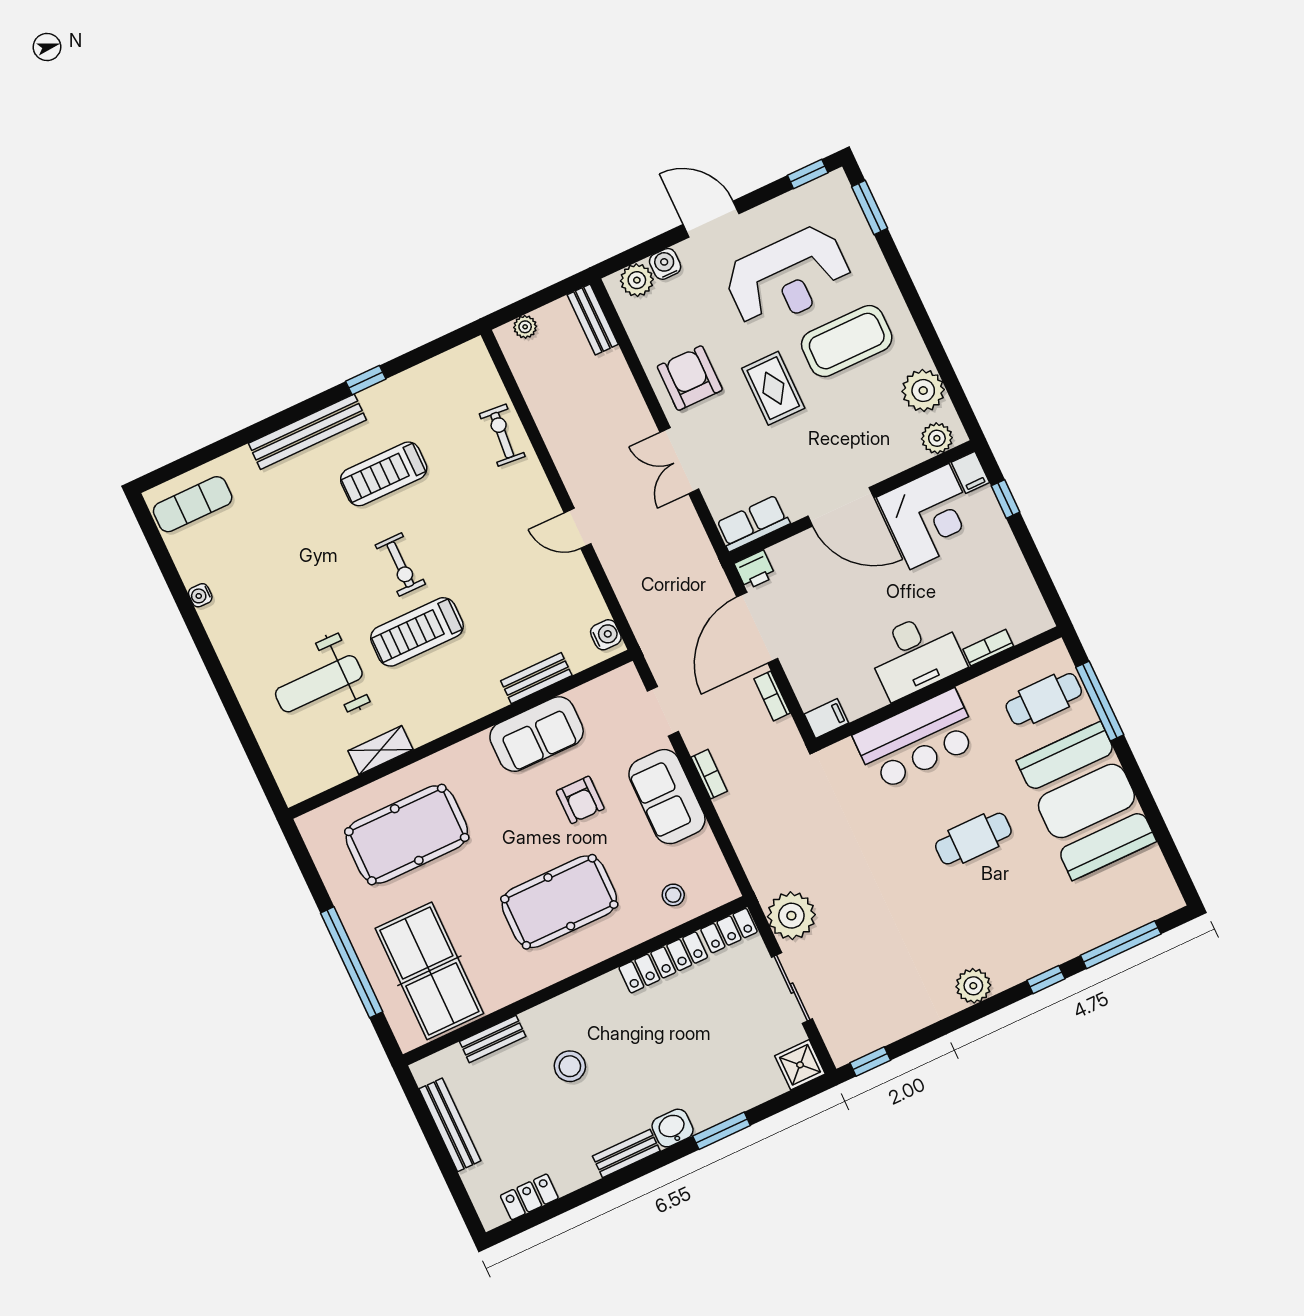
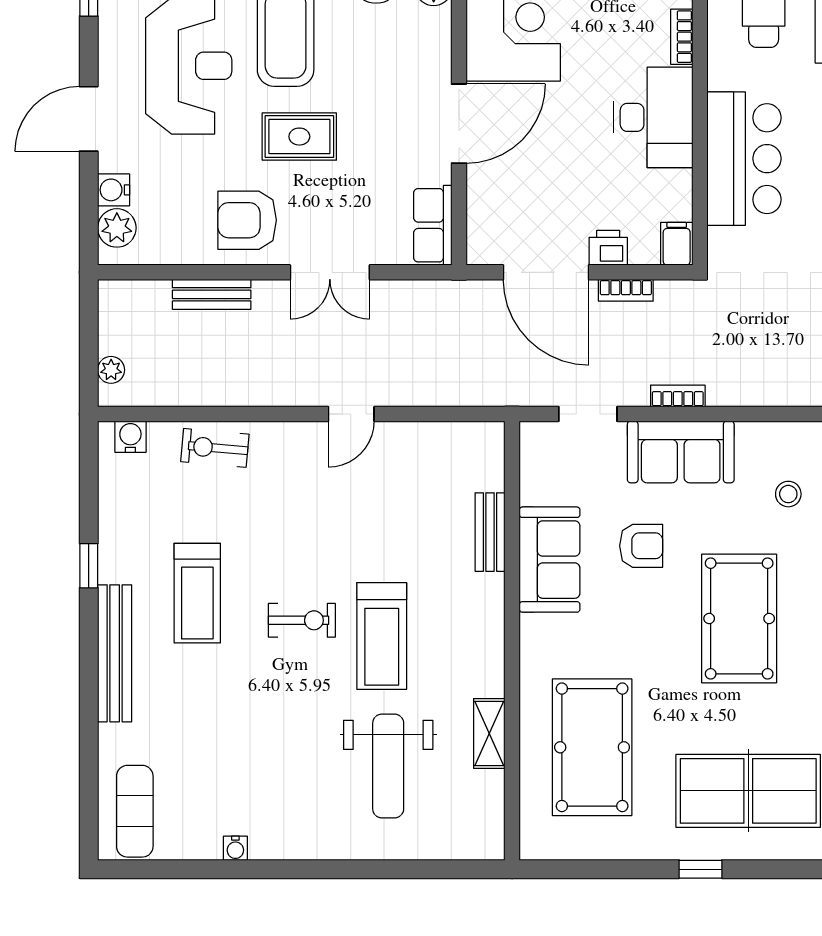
bench: (593, 320) -> (212, 294), moved
printer: (755, 570) -> (608, 248), moved, turned -90
water cooler: (606, 635) -> (130, 437), moved
window: (352, 962) -> (701, 869), width x0.32

